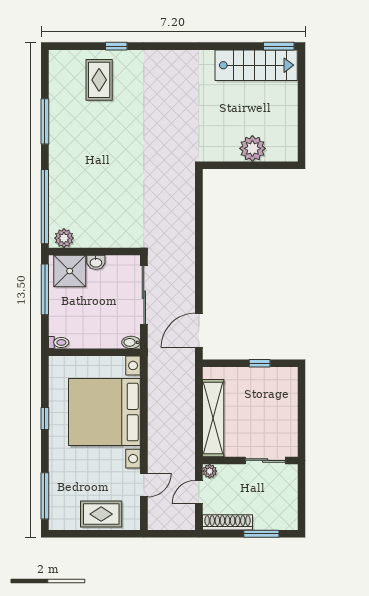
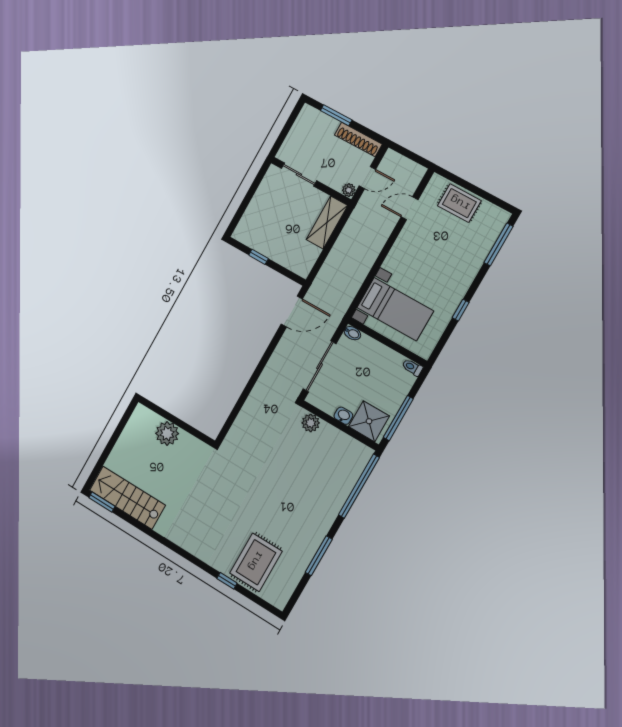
rug: (99, 80) -> (256, 562), width x1.36, depth x1.43
plant: (64, 238) -> (311, 423), moved
bed with nightstands: (104, 412) -> (395, 309), width x0.54
shelving: (213, 418) -> (327, 223), width x0.68

